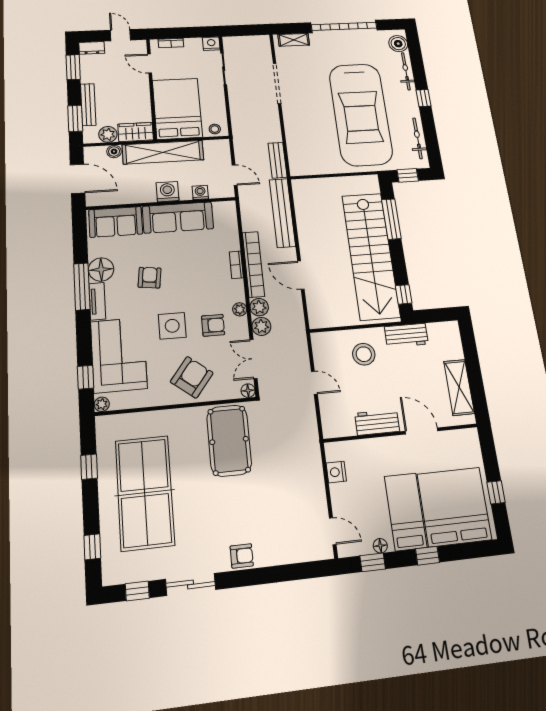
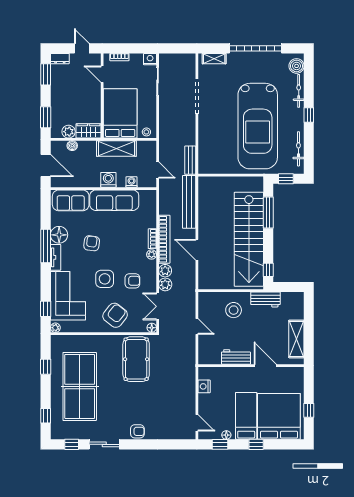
bench: (88, 105) -> (55, 106), removed
shelving: (163, 152) -> (116, 149), width x0.68
plant: (240, 309) -> (152, 255), moved

